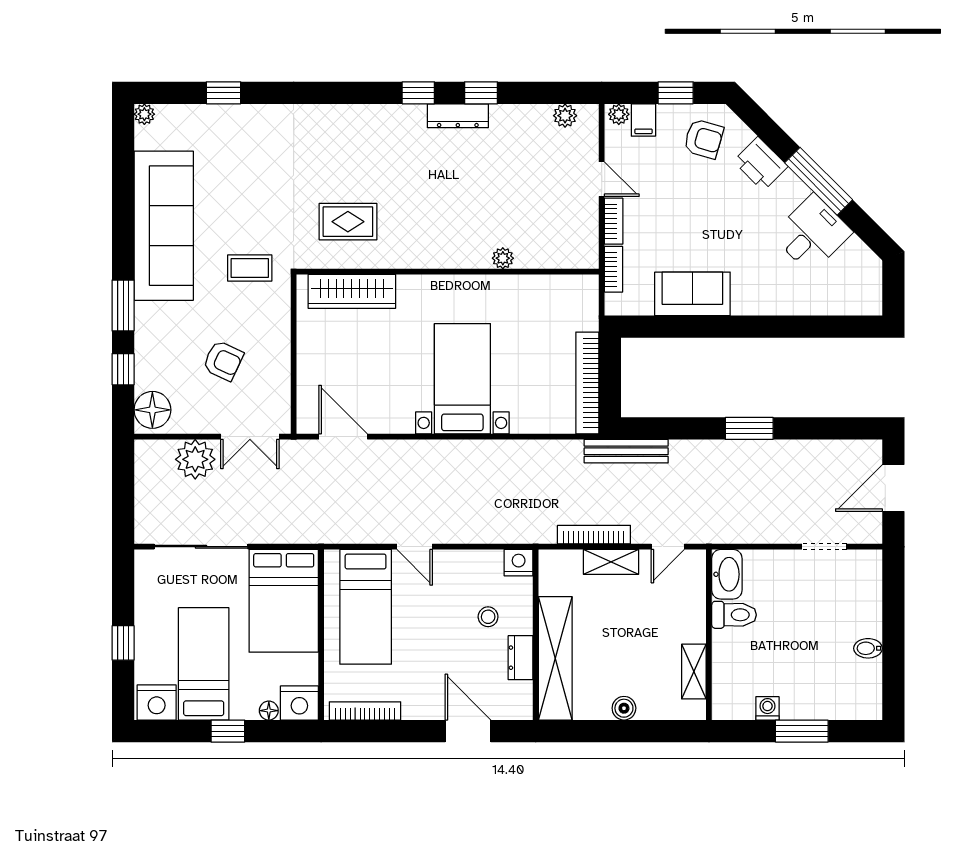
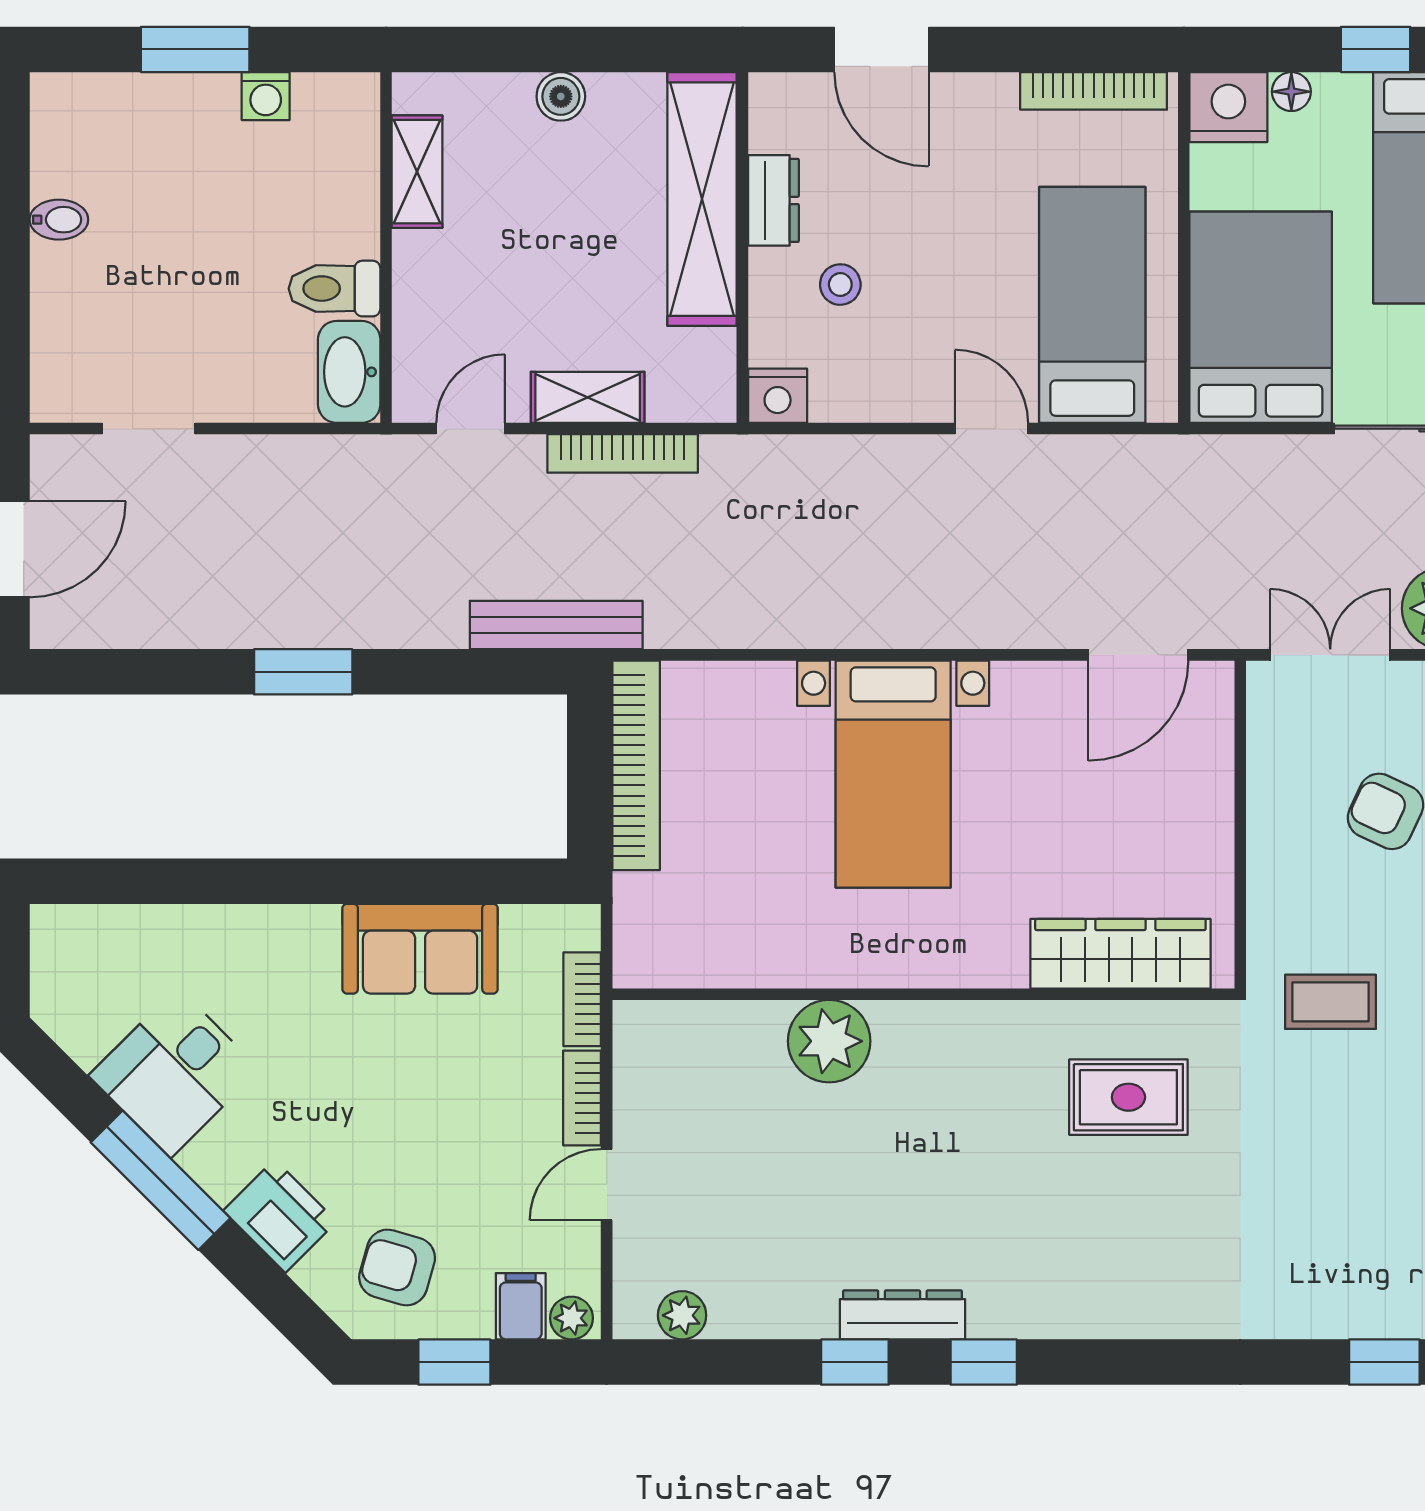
door: (602, 179) -> (607, 1185), hinge flipped
plant: (503, 258) -> (829, 1041), width x1.87, depth x1.87
door: (343, 437) -> (1138, 655), hinge flipped

